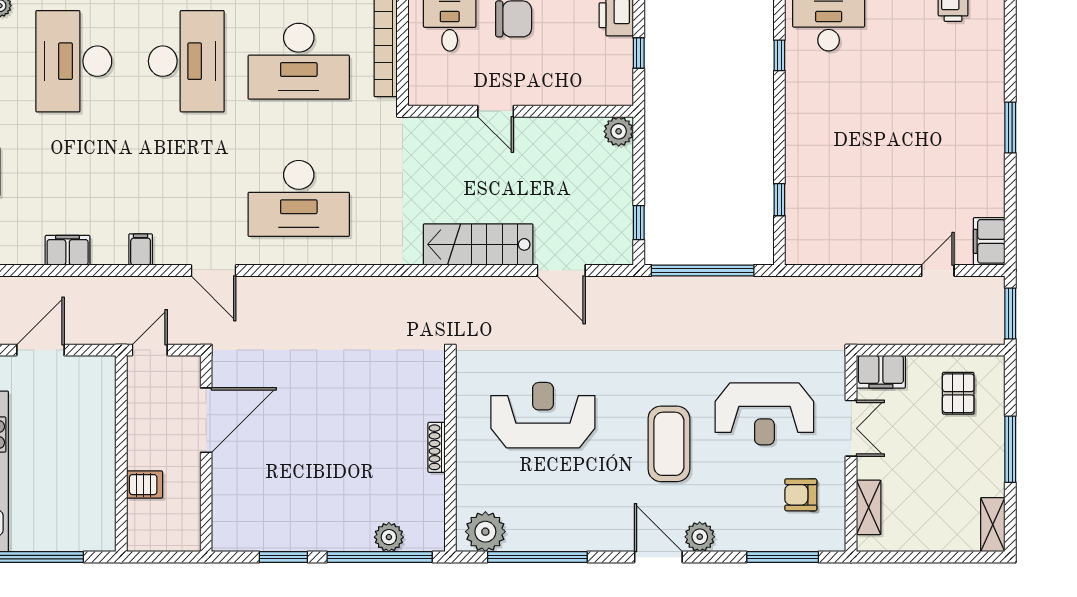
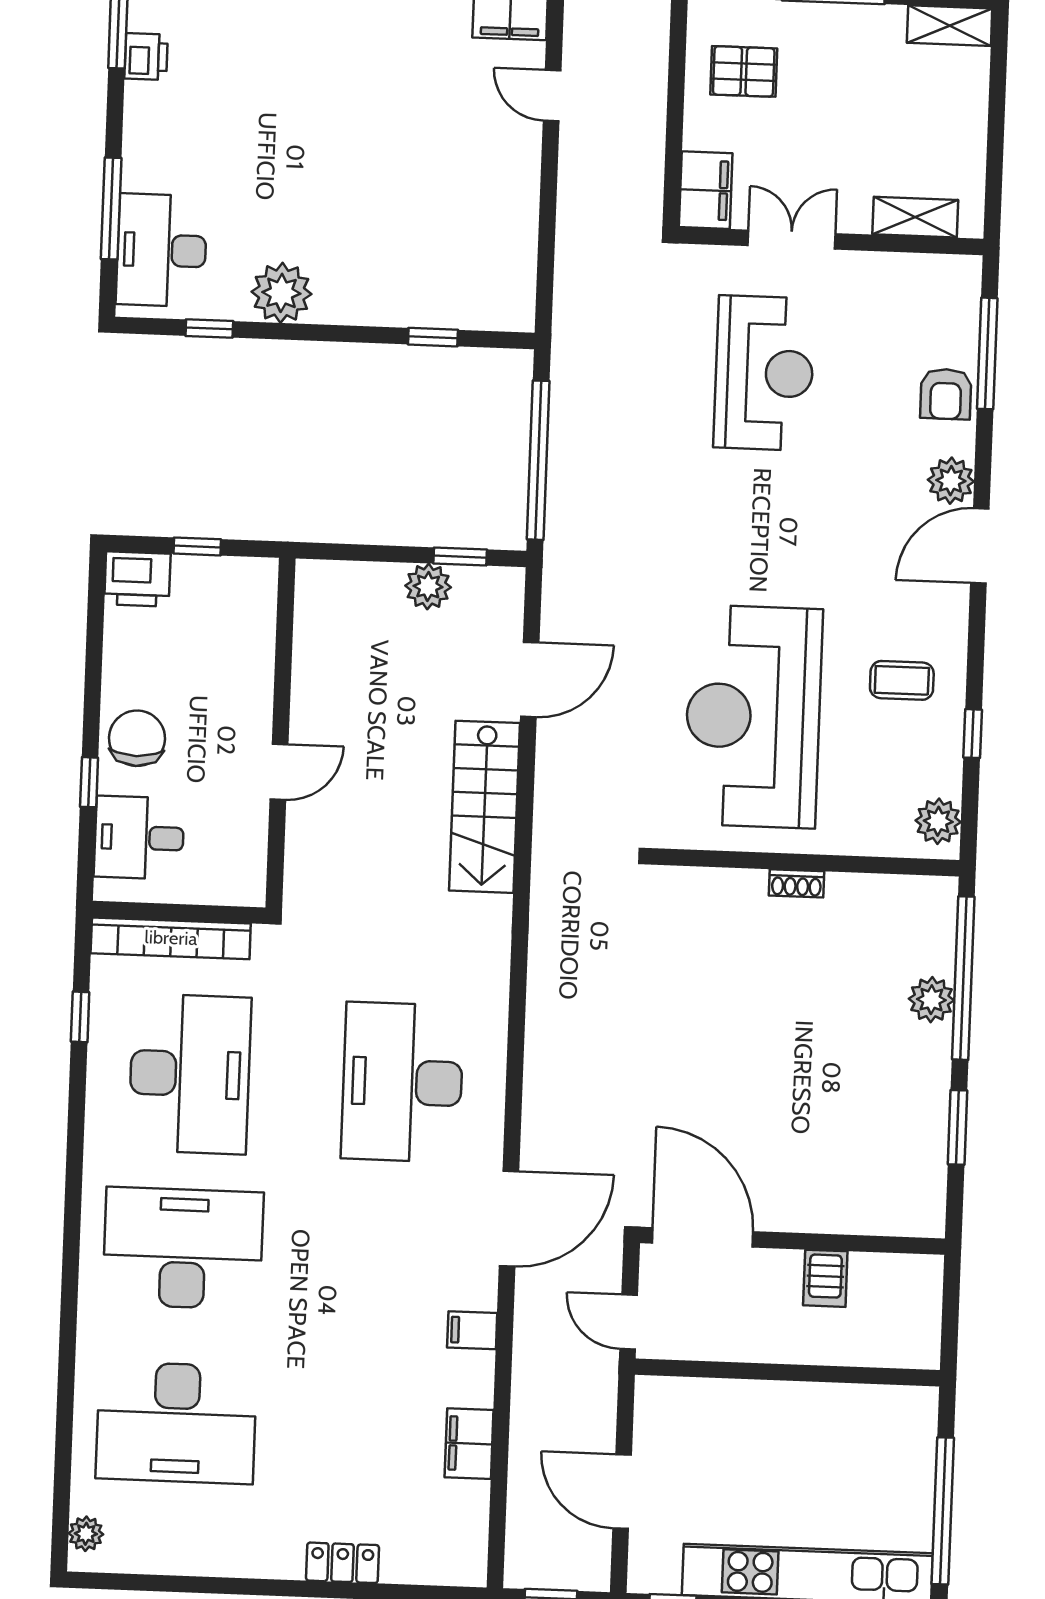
plant: (804, 101) -> (281, 293), added
plant: (619, 131) -> (428, 586), moved
desk: (299, 198) -> (402, 1082), turned 180
door: (213, 270) -> (509, 1219), width x1.36
reception desk: (543, 415) -> (753, 716), width x1.36, depth x1.30
door: (206, 420) -> (703, 1237), moved
coffee table: (669, 444) -> (902, 680), moved, width x0.54, depth x0.58
shoe rack: (436, 447) -> (796, 883), width x0.70
server rack: (145, 485) -> (825, 1278), moved, turned 180
armchair: (801, 495) -> (946, 394), moved
plant: (485, 532) -> (938, 821), width x0.73, depth x0.73
plant: (389, 537) -> (931, 1000), moved
window: (537, 557) -> (973, 734), width x0.32

